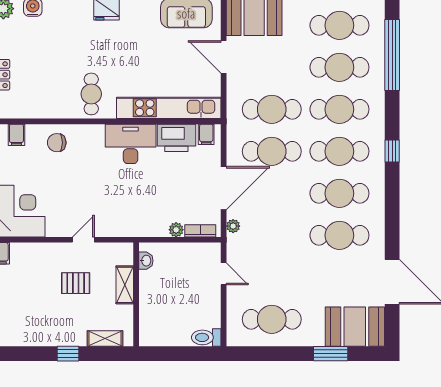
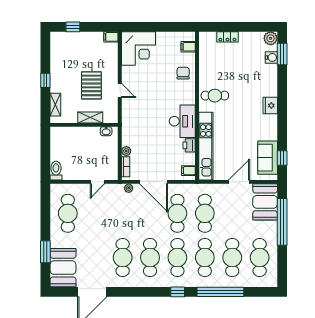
window: (392, 55) -> (220, 292), moved
printer: (176, 138) -> (189, 145), width x0.53, depth x0.68
pallet: (76, 283) -> (91, 85), width x1.50, depth x1.42

